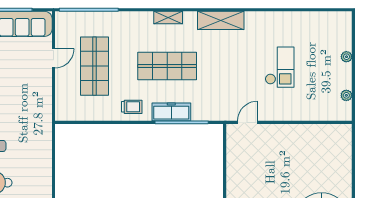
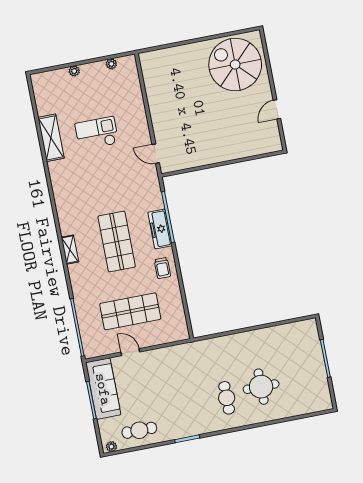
shelving: (221, 20) -> (51, 138), moved
trolley: (132, 107) -> (162, 268), turned 180

